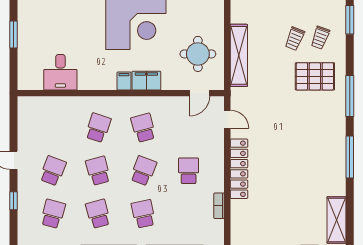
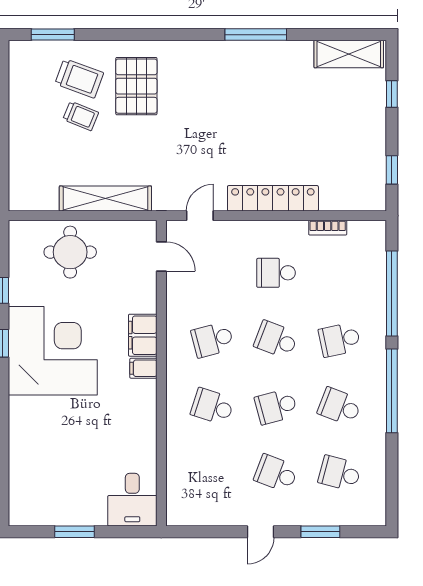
trolley: (320, 38) -> (79, 78), width x1.36, depth x1.39
round table: (198, 54) -> (70, 252), moved
desk: (60, 72) -> (132, 500), moved, turned 90
window: (350, 96) -> (165, 35), removed
window: (13, 201) -> (320, 532), width x1.50
school desk: (98, 214) -> (340, 407), turned 36

